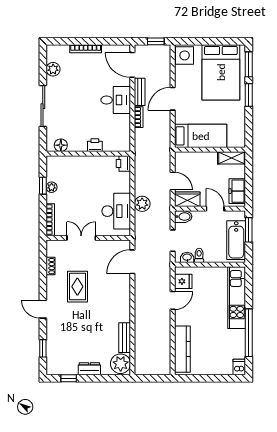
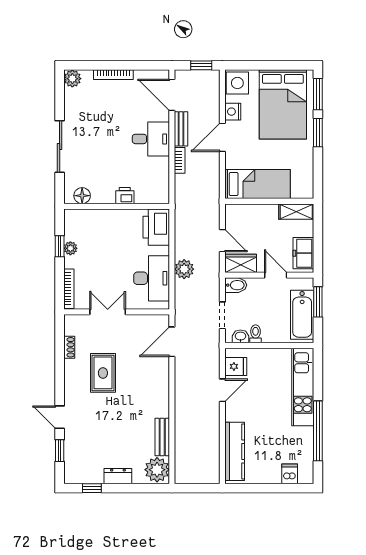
plant: (53, 69) -> (72, 79), moved
nightstand: (181, 78) -> (233, 112), added
printer: (123, 163) -> (156, 227), width x1.87, depth x1.48
door: (43, 309) -> (60, 417), moved
dishwasher: (239, 367) -> (290, 474), moved

